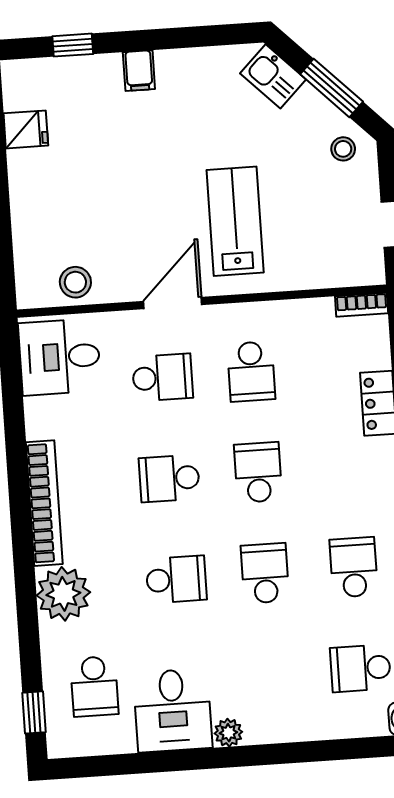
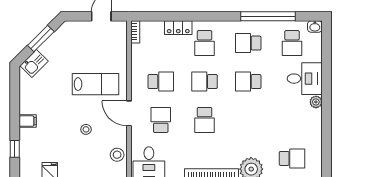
stool: (343, 149) -> (86, 129), moved
lab bench: (235, 221) -> (96, 84), turned 180
school desk: (176, 579) -> (205, 43), moved, turned 180
desk: (173, 710) -> (305, 79), moved

